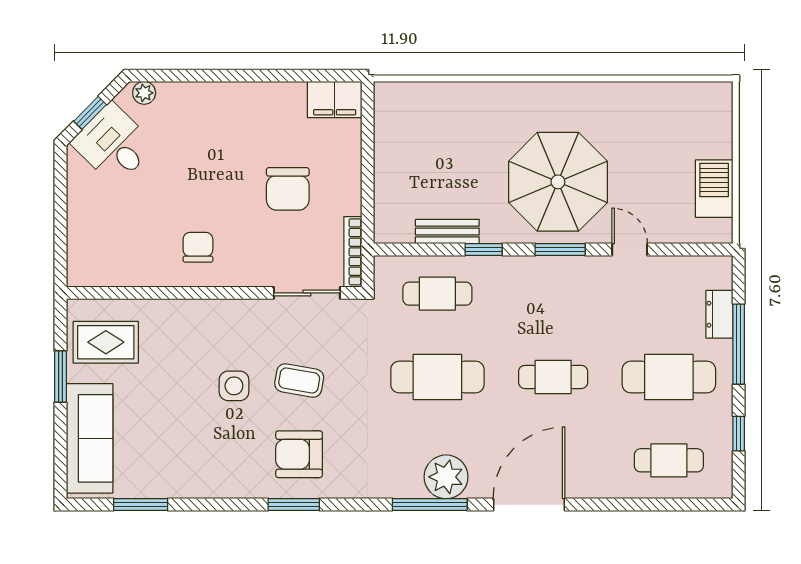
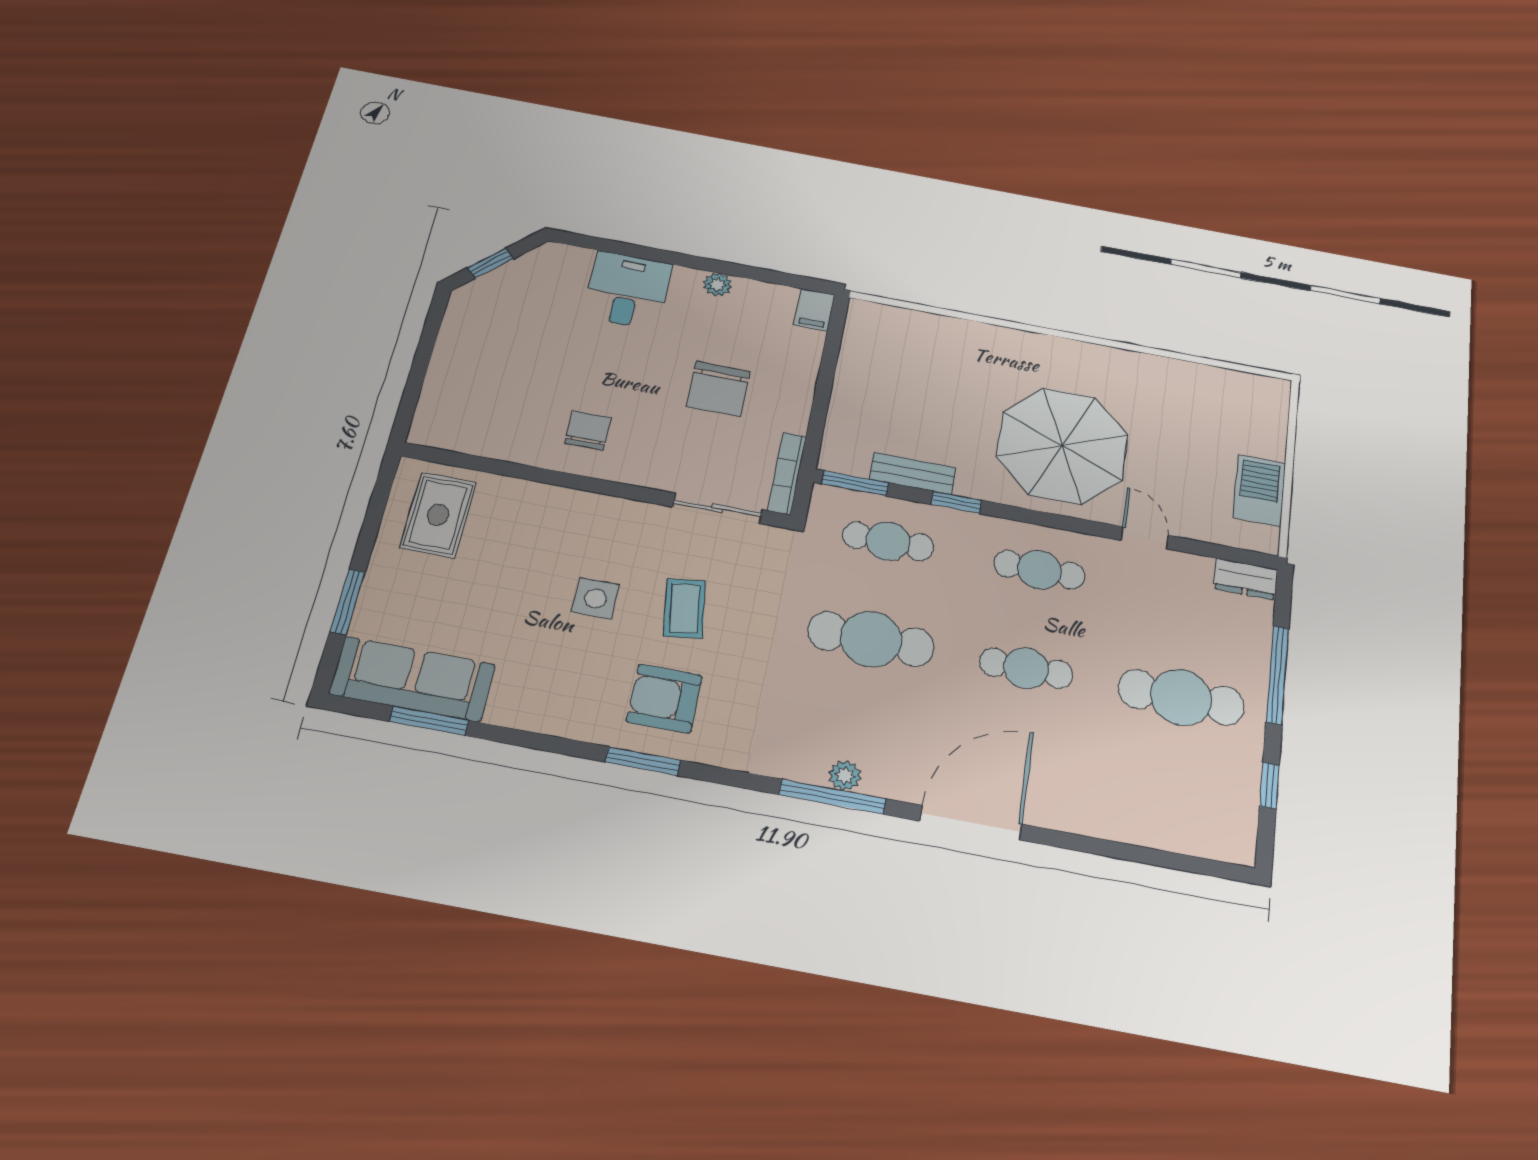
plant: (144, 93) -> (717, 285), moved
filing cabinet: (335, 100) -> (814, 310), width x0.50
desk: (113, 144) -> (627, 290), moved, turned 45
window: (560, 249) -> (855, 483), moved
dresser: (719, 314) -> (1245, 579), moved, turned -90
rug: (106, 342) -> (438, 515), turned 90
window: (60, 377) -> (348, 602), moved
coffee table: (299, 380) -> (685, 608), turned 72
sofa: (90, 438) -> (412, 679), moved, turned -90
cafe table: (669, 460) -> (1039, 570), moved
plant: (446, 477) -> (845, 776), width x0.53, depth x0.53

